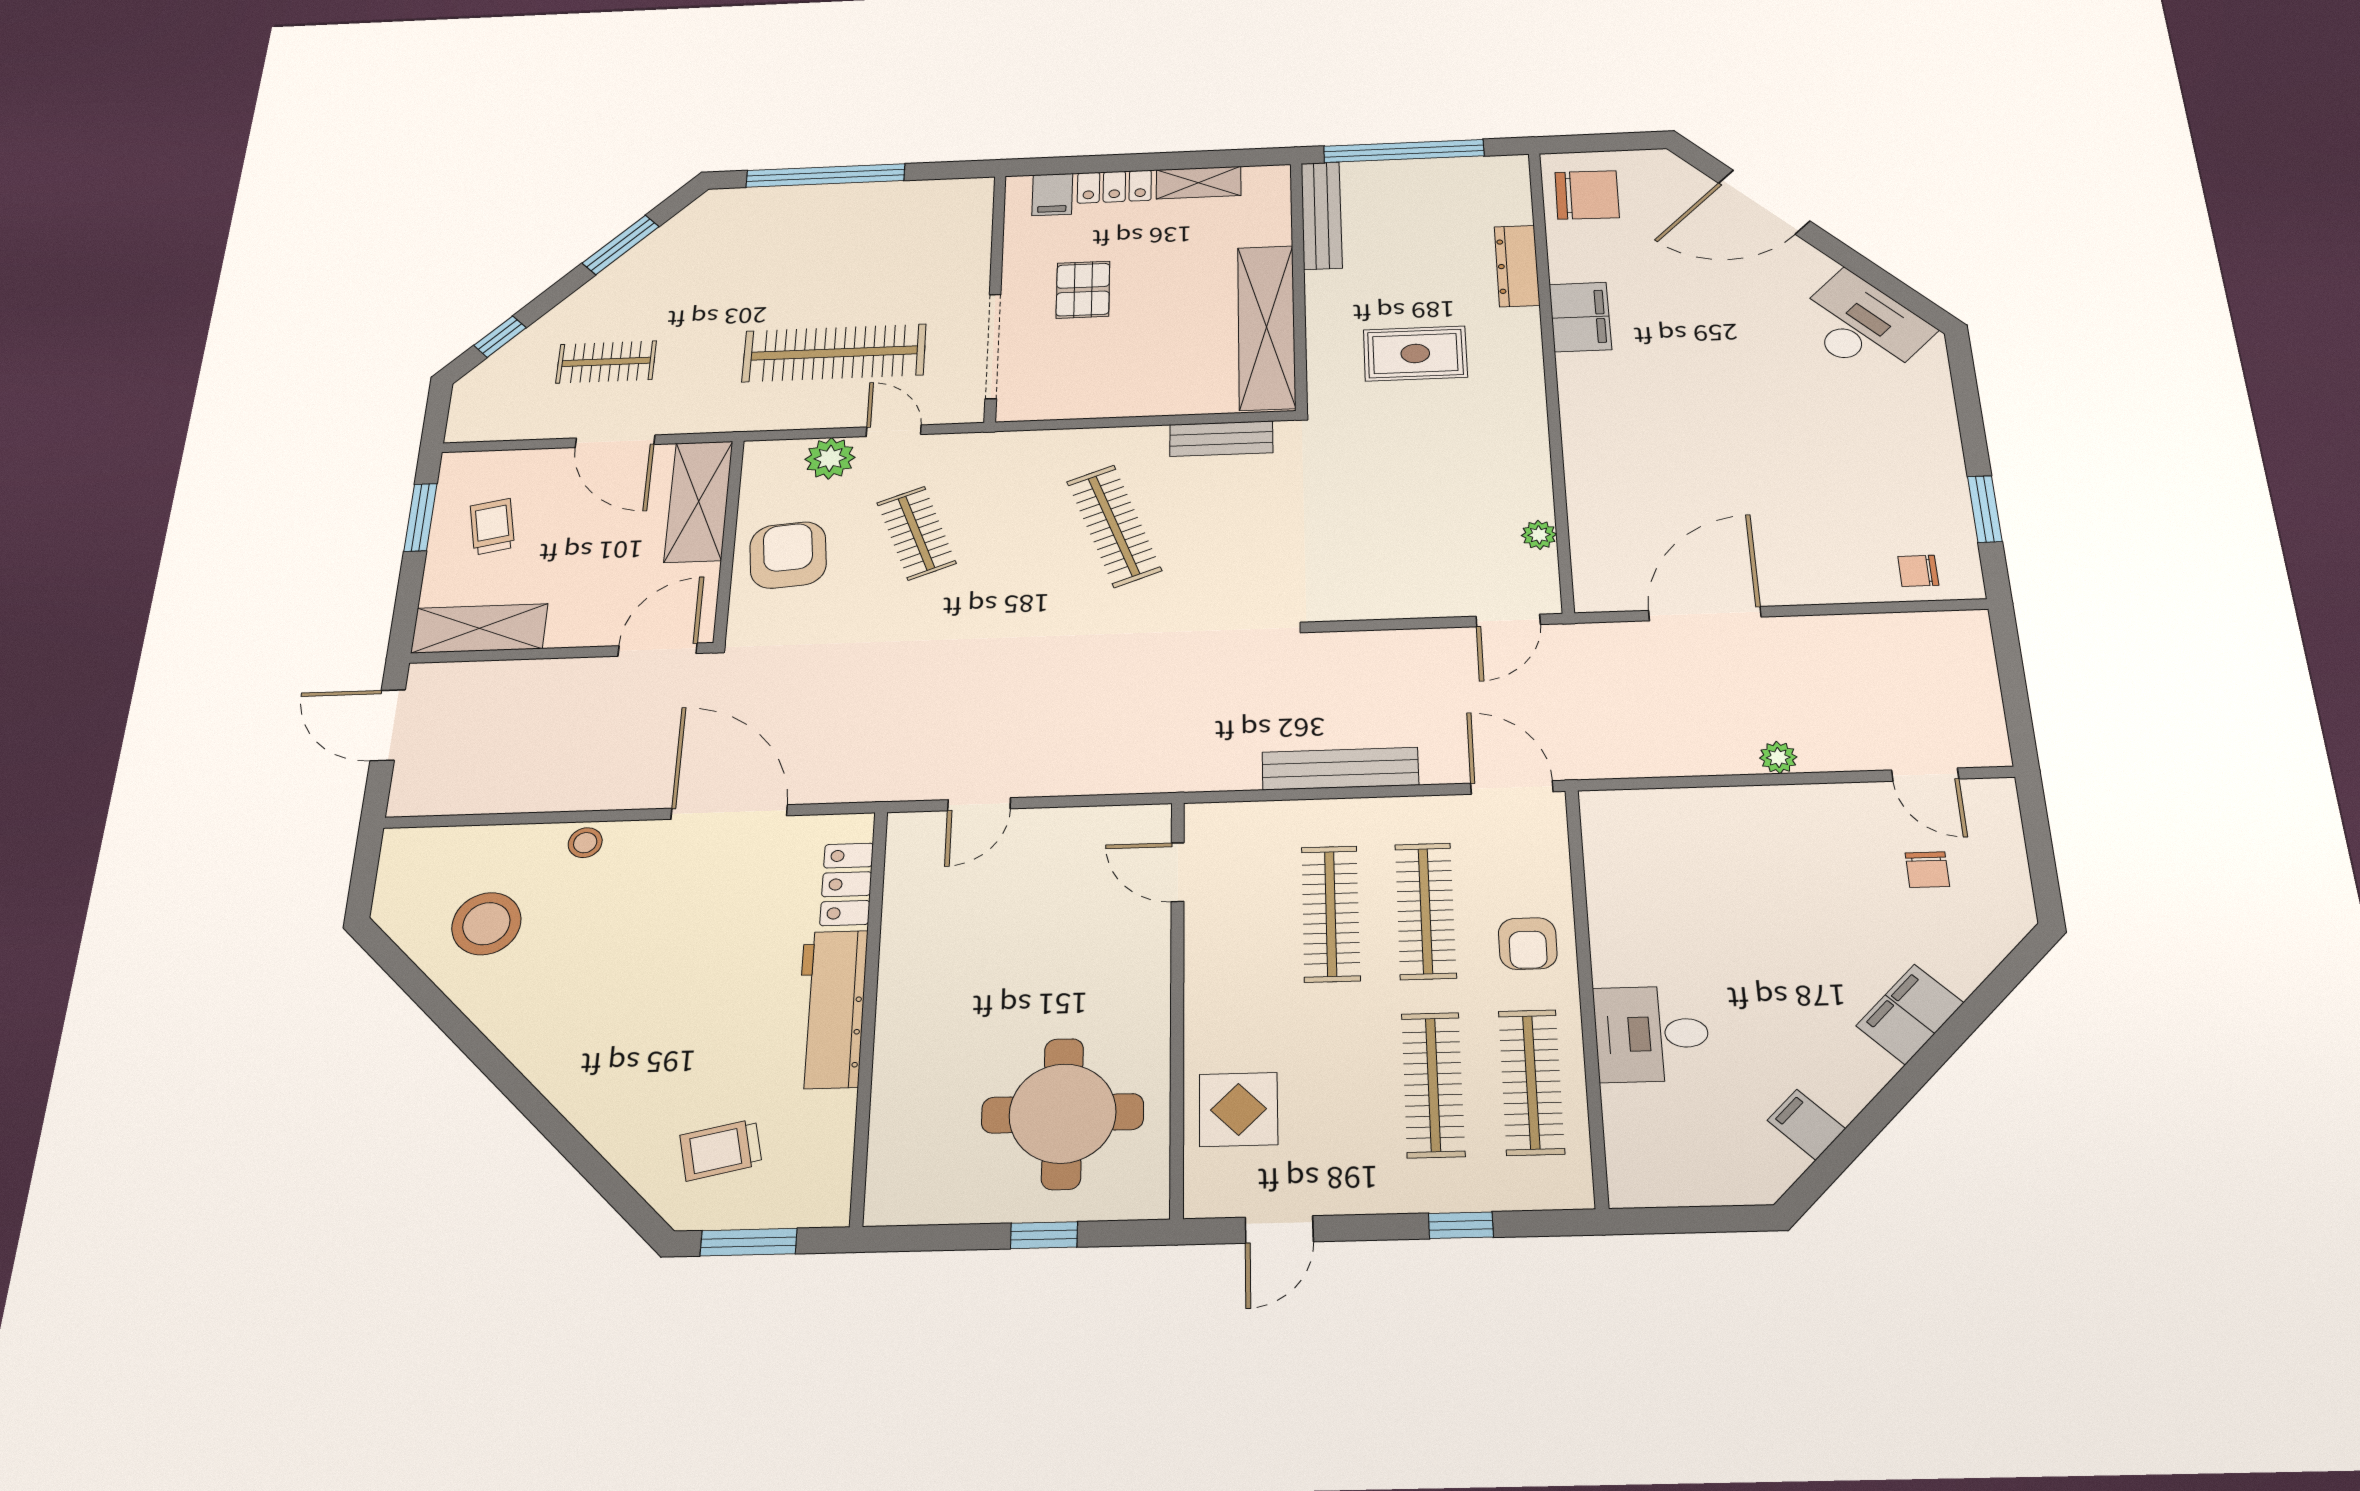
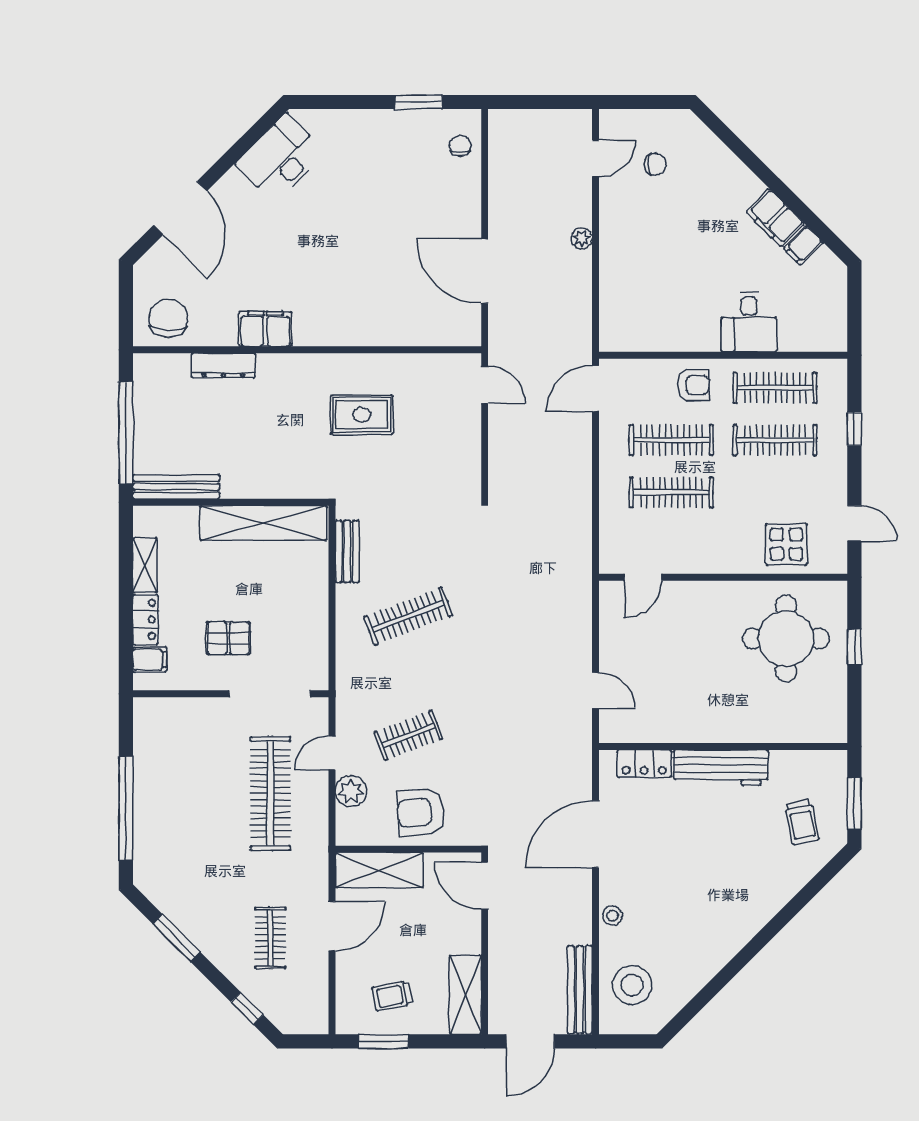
rug: (1415, 353) -> (362, 415), moved, turned 90
plant: (1539, 535) -> (426, 364), removed
chair: (1918, 571) -> (460, 146), turned 180
bench: (1340, 769) -> (580, 990), moved
stool: (486, 924) -> (632, 985), moved
filing cabinet: (1910, 1014) -> (775, 218), moved

